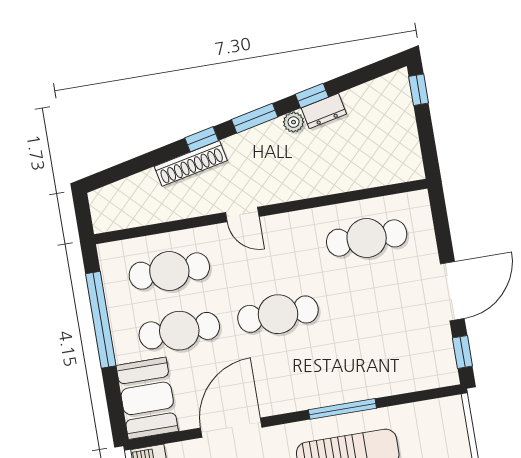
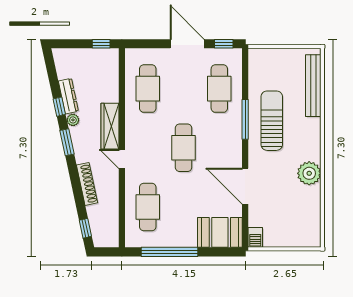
window: (419, 90) -> (101, 44), moved
dresser: (324, 111) -> (68, 96), width x1.44
window: (202, 139) -> (85, 228), moved
wardrobe: (294, 186) -> (110, 126), added
door: (242, 214) -> (122, 159), swing flipped
cafe table: (179, 331) -> (219, 89), moved

